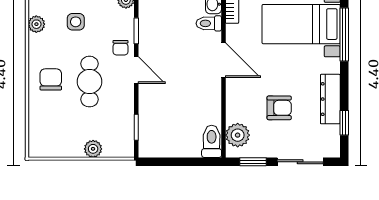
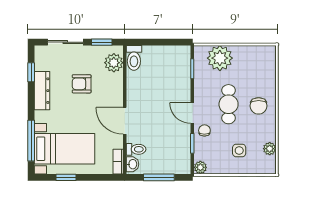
plant: (93, 149) -> (220, 58), width x1.87, depth x1.87

